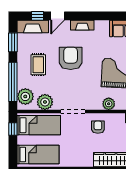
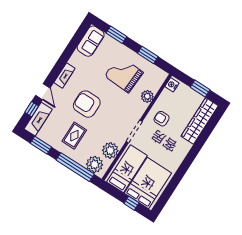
rug: (38, 65) -> (74, 136), turned 90
window: (13, 129) -> (131, 203), moved
bed: (38, 155) -> (148, 183), width x1.50

